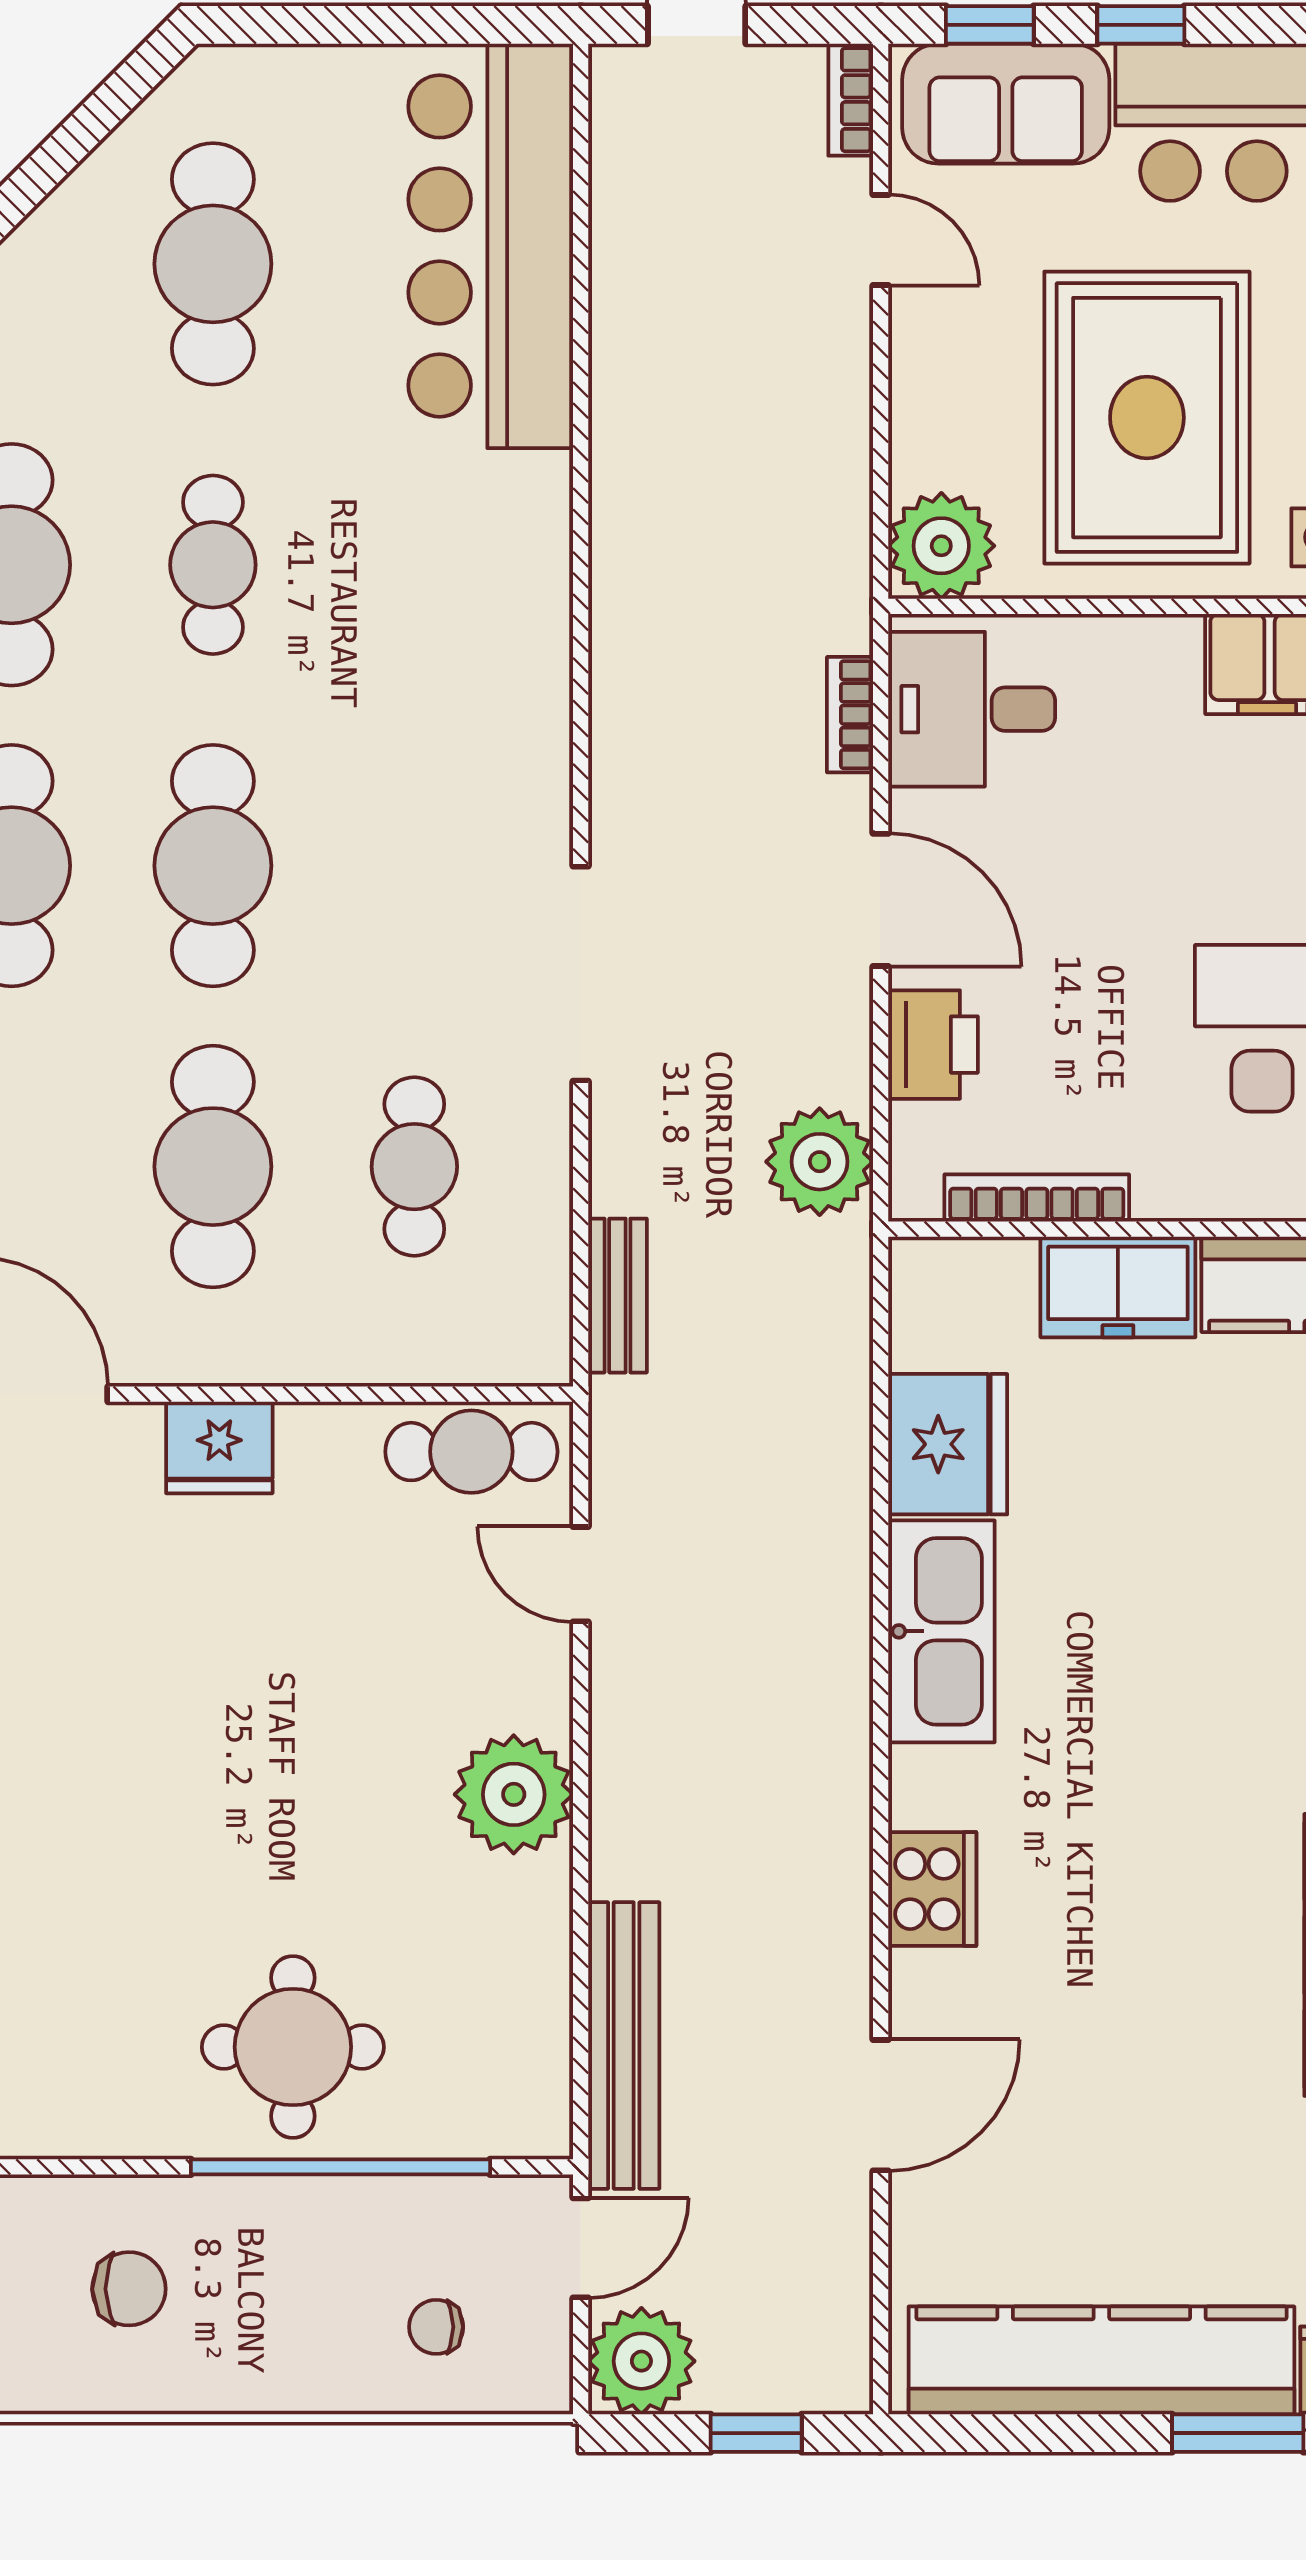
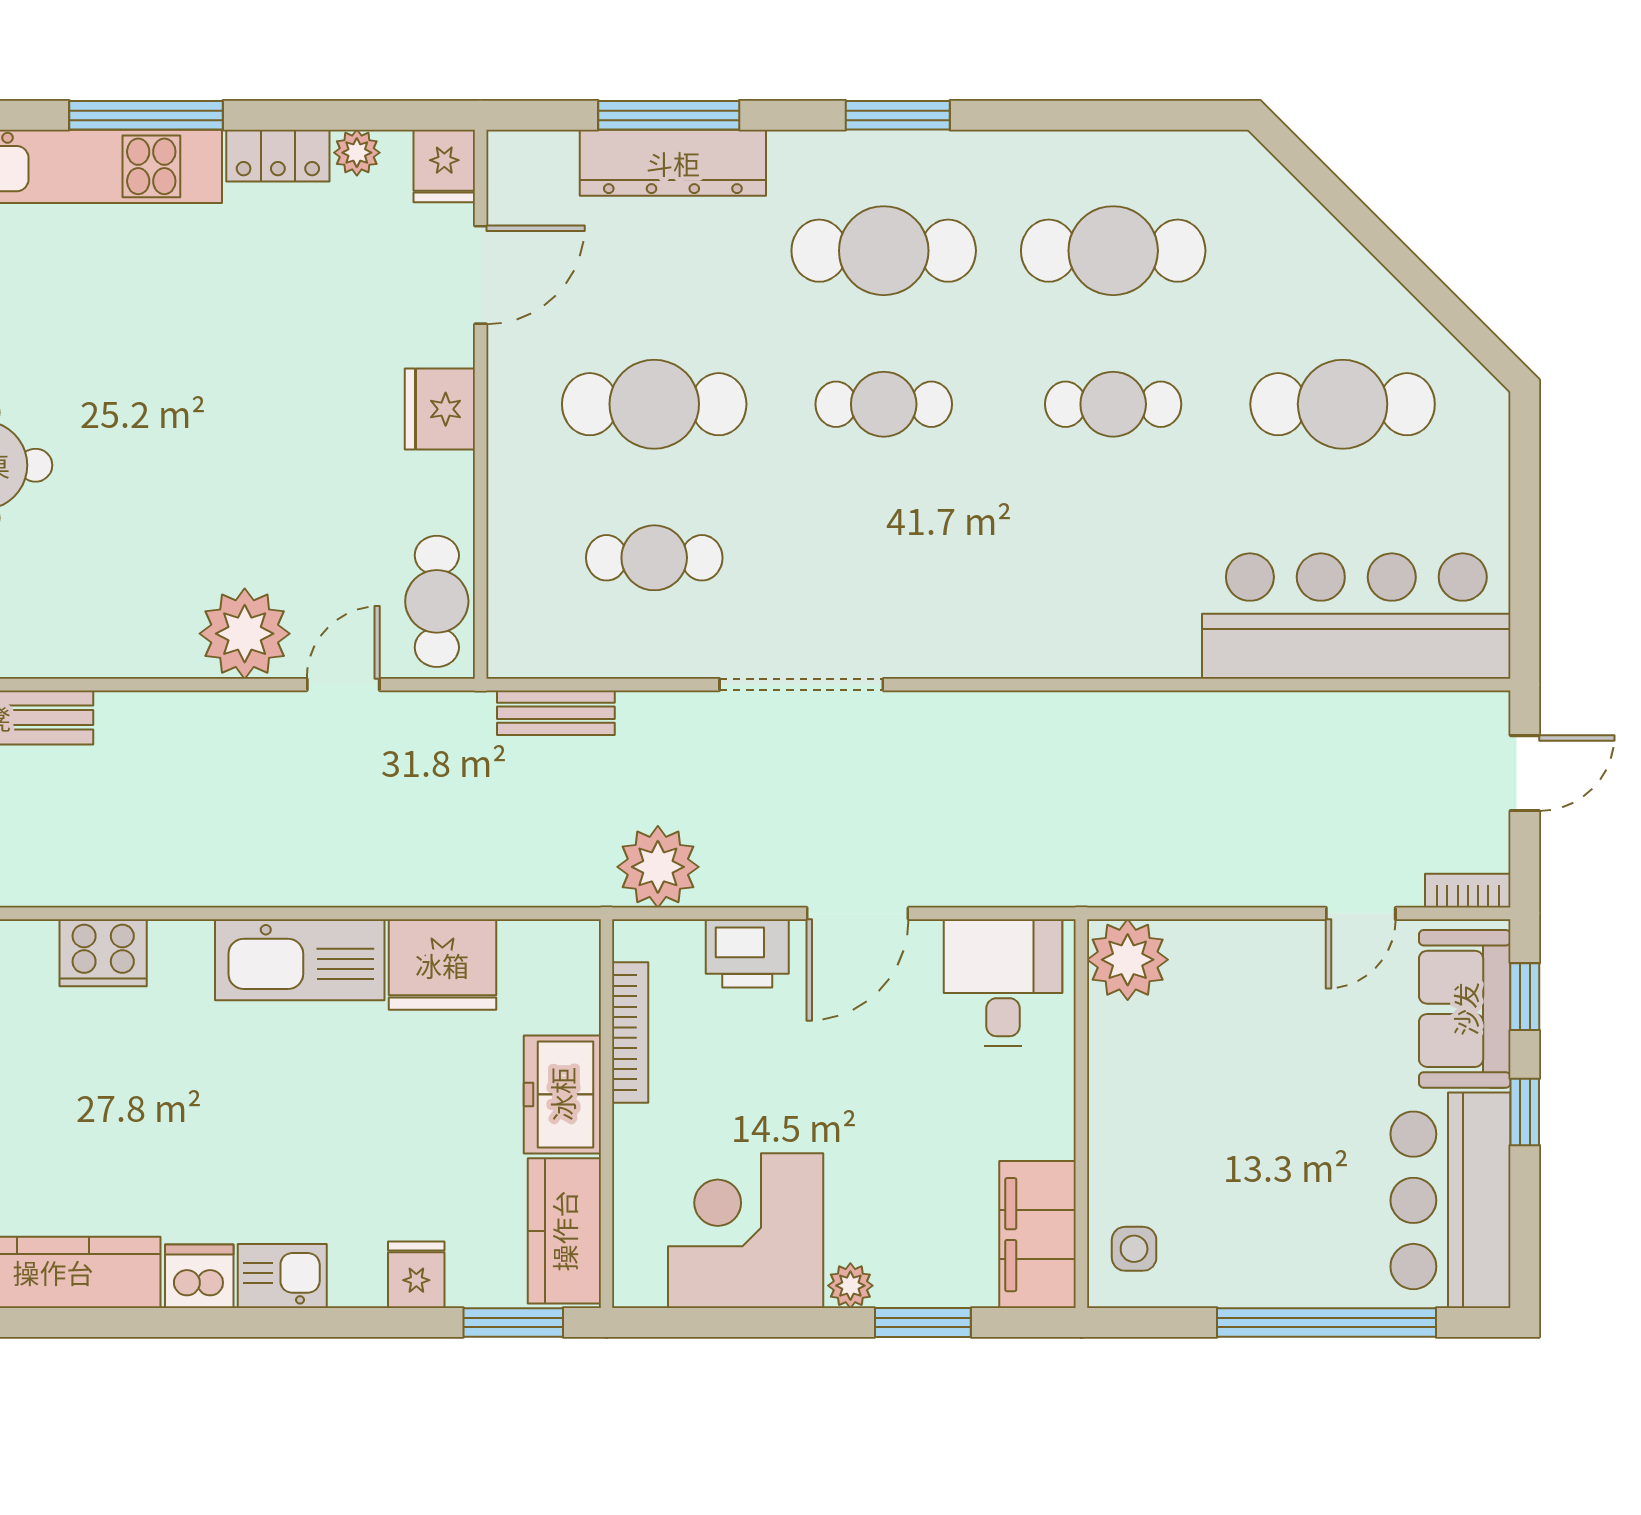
rug: (1147, 418) -> (1225, 1117), removed
bookcase: (850, 715) -> (999, 890), removed
cafe table: (213, 866) -> (884, 404), width x0.73, depth x0.74
plant: (514, 1794) -> (245, 634), moved

